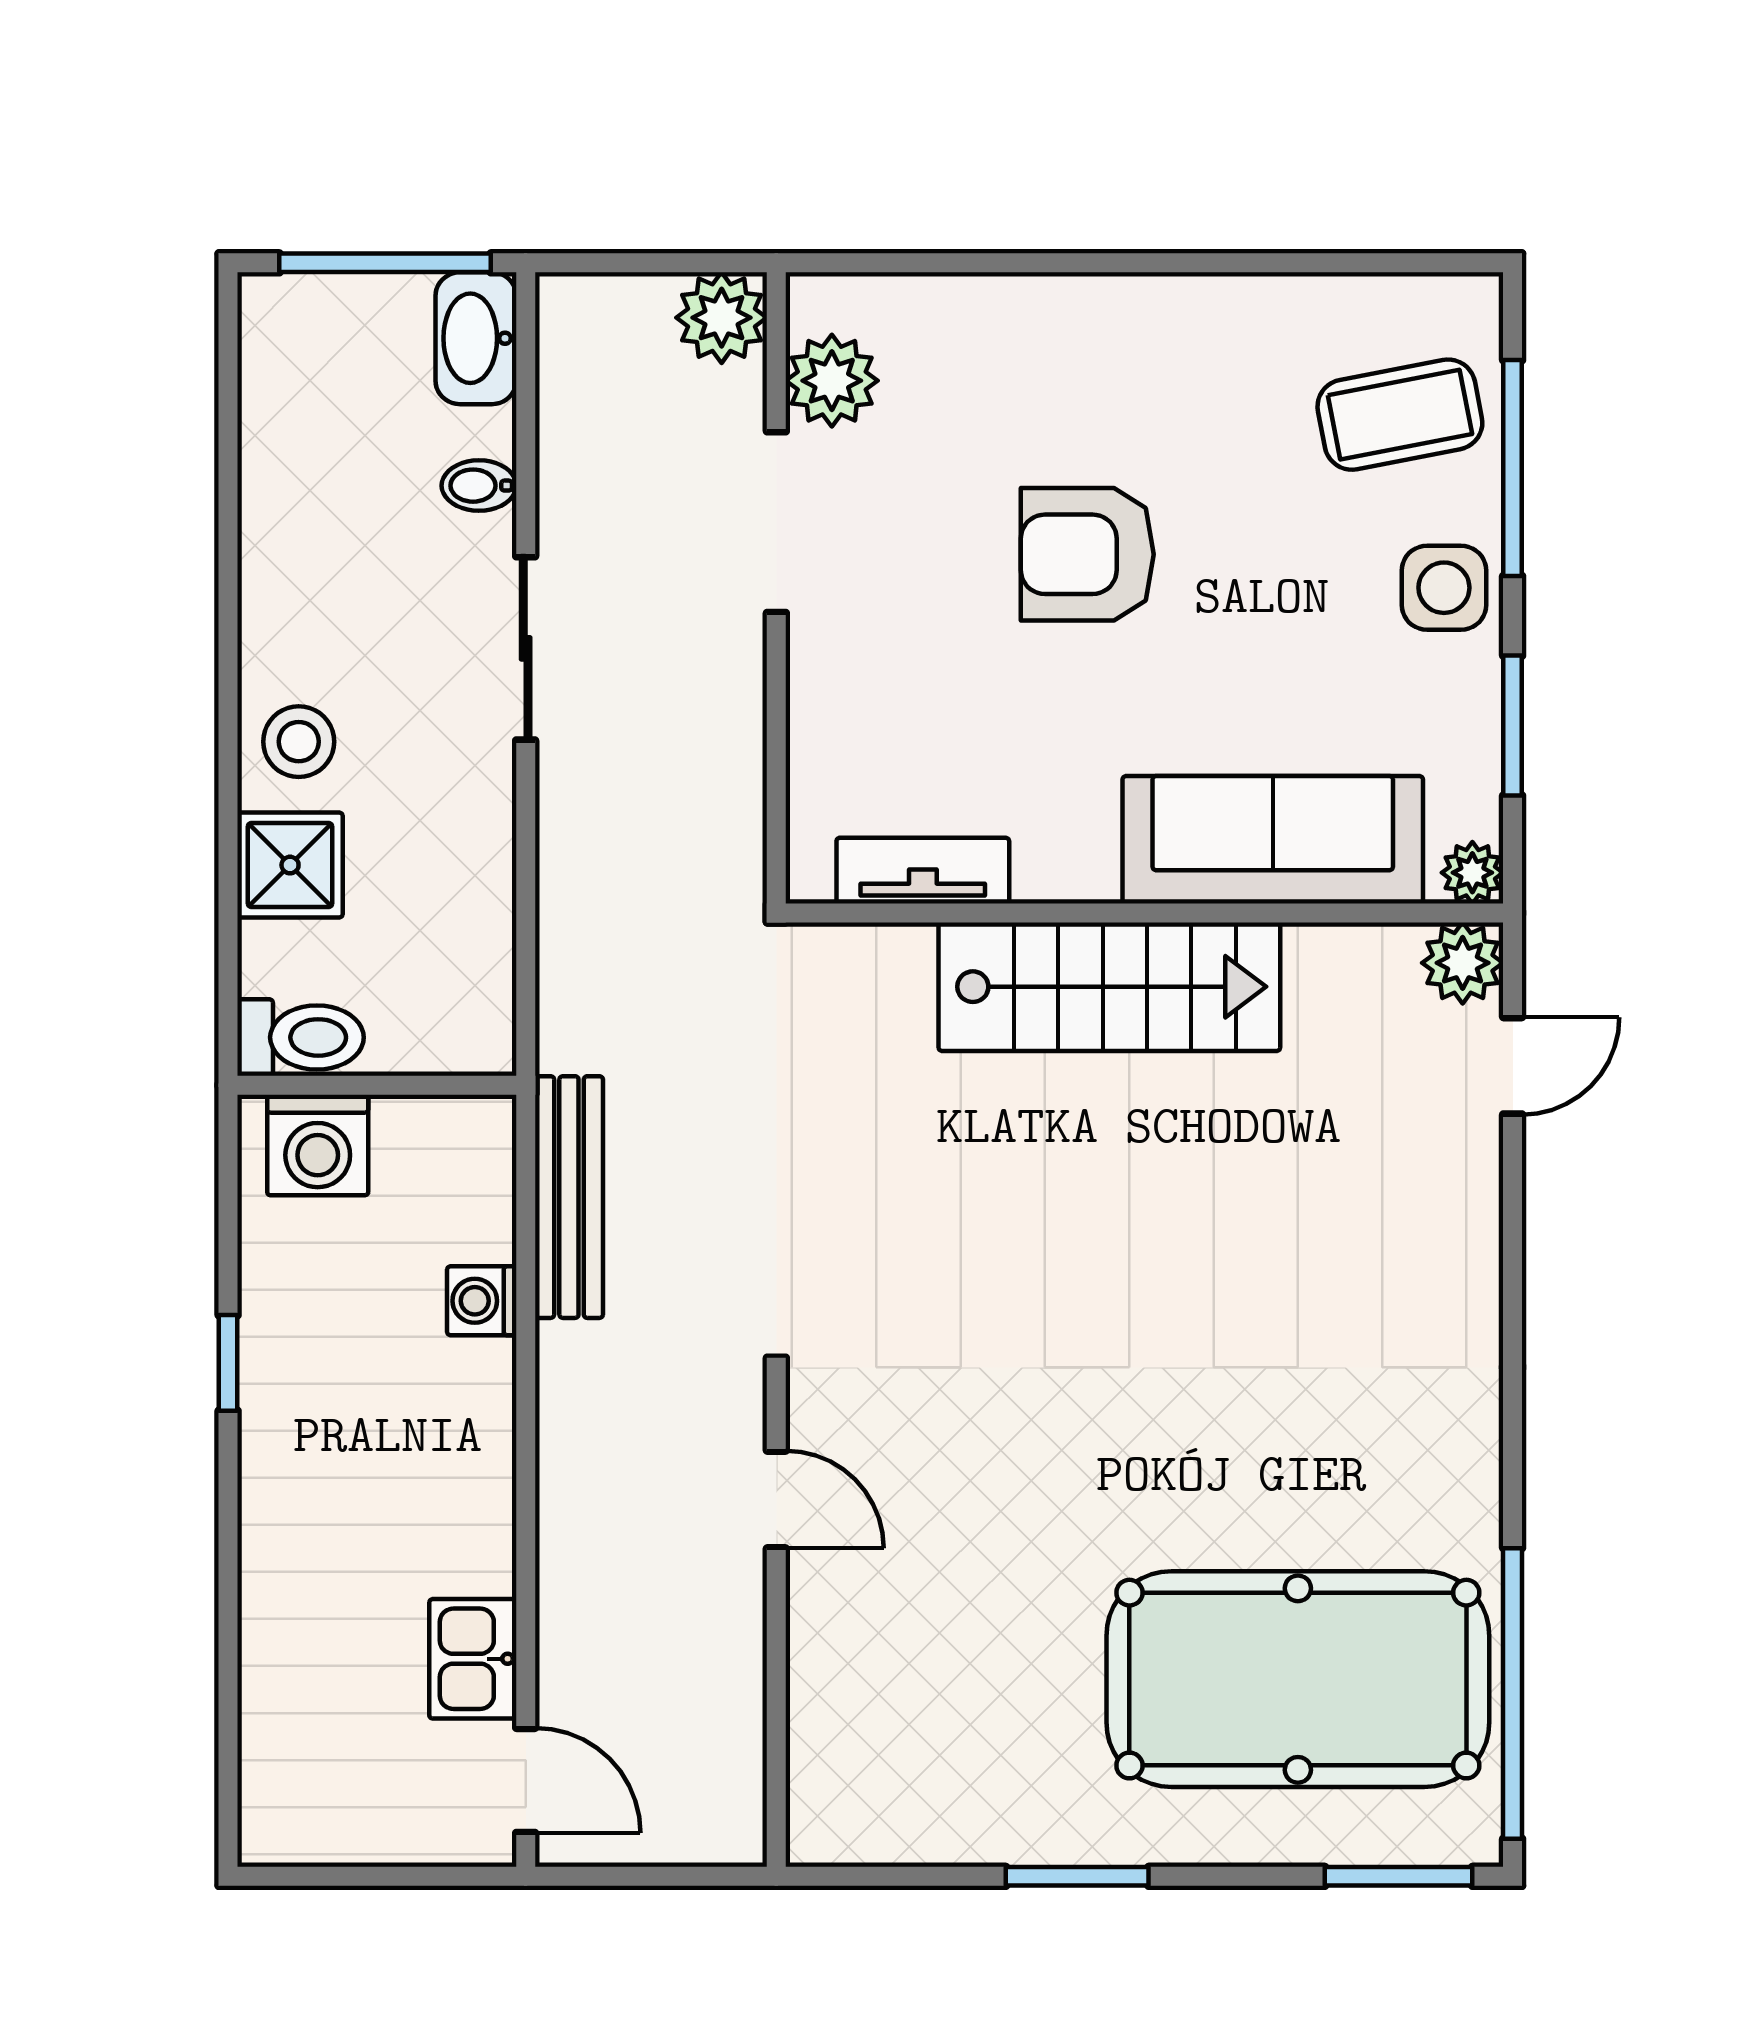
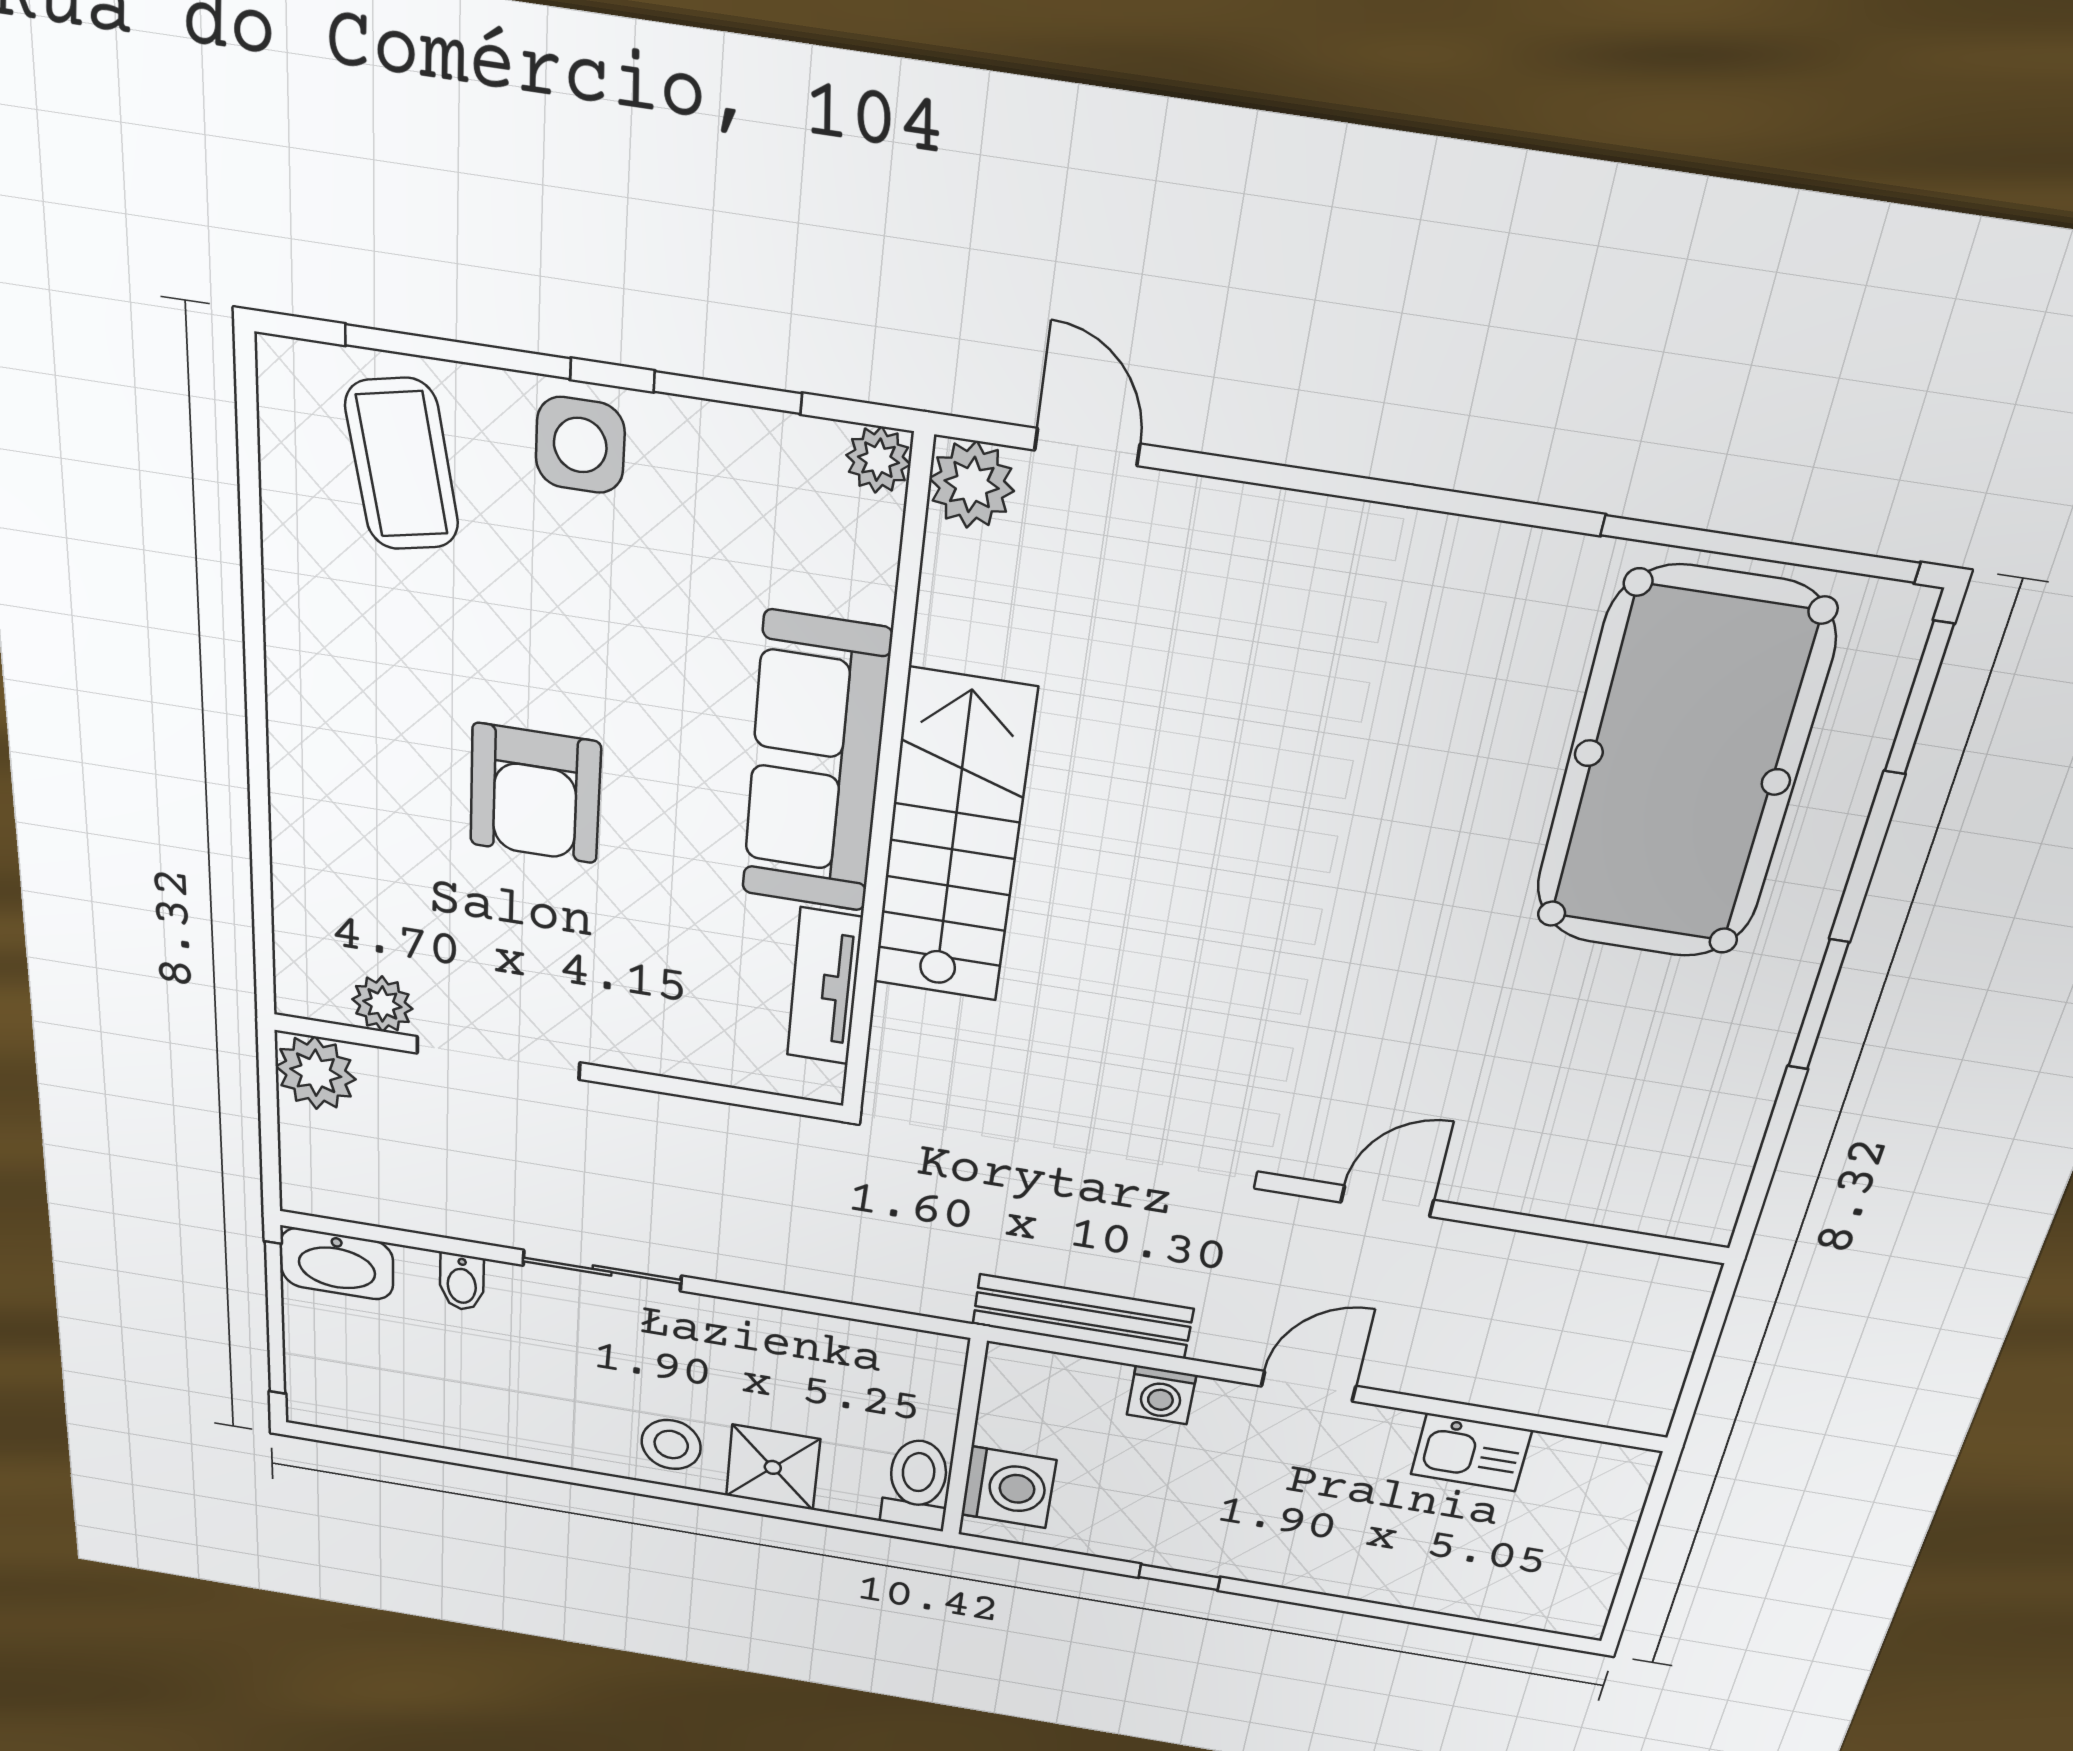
plant: (832, 381) -> (382, 1004), width x0.73, depth x0.73
sofa: (1273, 840) -> (816, 764), moved
door: (526, 1780) -> (1308, 1386), moved

